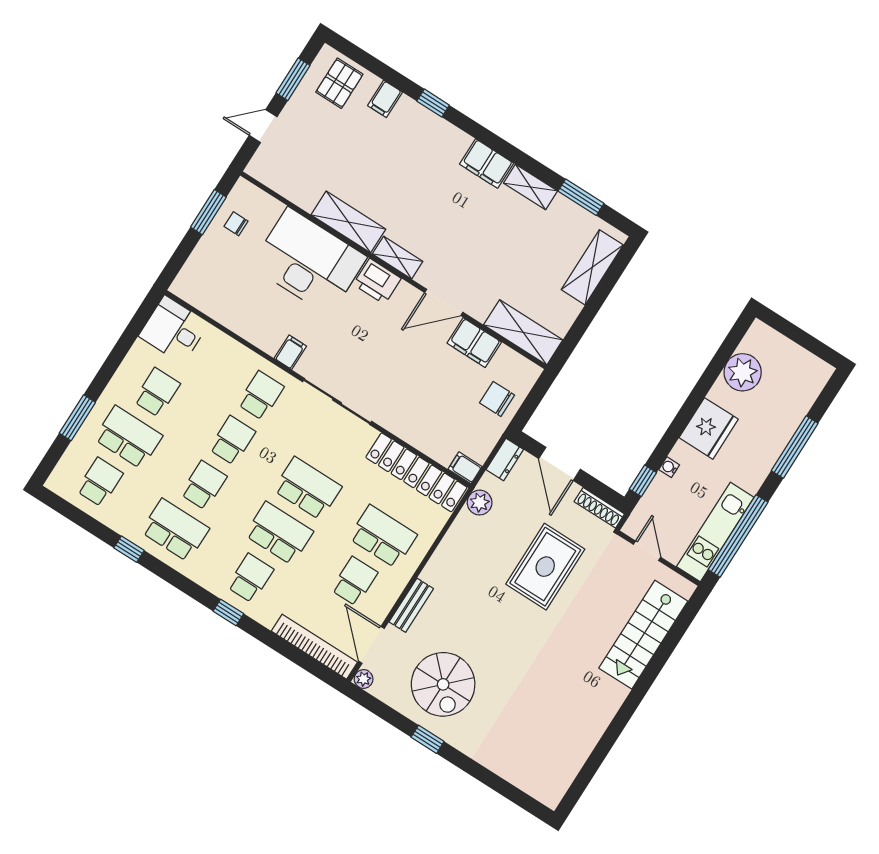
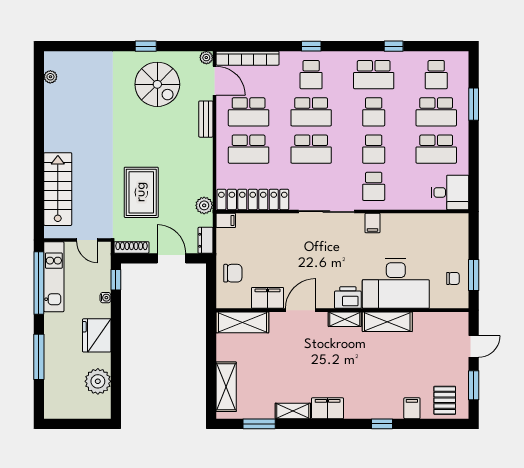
school desk: (157, 392) -> (436, 149), width x1.85
school desk: (354, 581) -> (249, 112), width x1.85
spiral stairs: (443, 684) -> (157, 84), turned 180
plant: (566, 775) -> (50, 77), added

